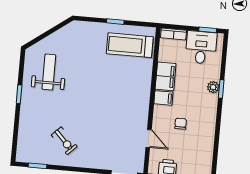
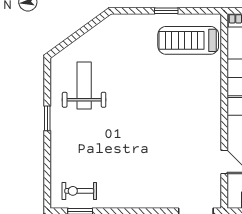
exercise bike: (64, 141) -> (79, 191), moved, turned 134

